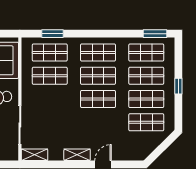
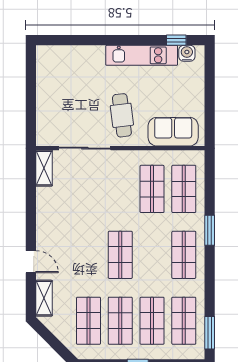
window: (53, 34) -> (210, 230), moved
shop shelf: (98, 76) -> (152, 255), removed
shelving: (77, 155) -> (44, 298), moved

